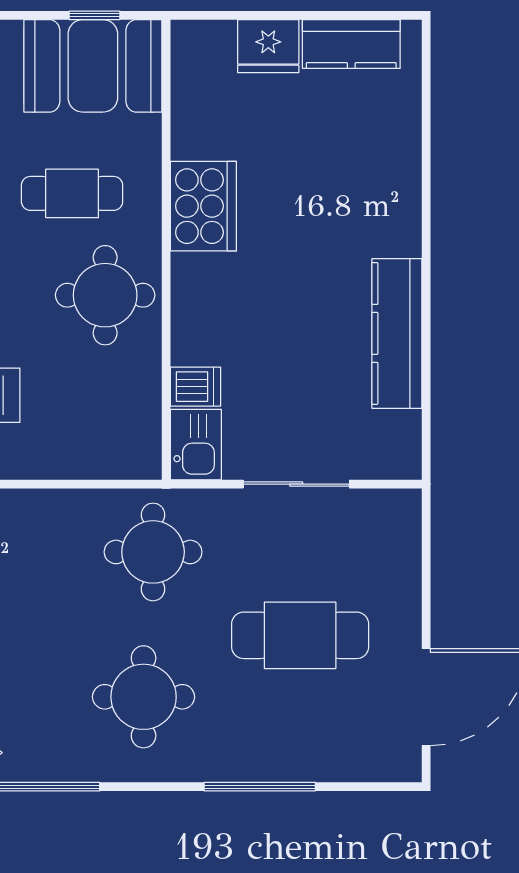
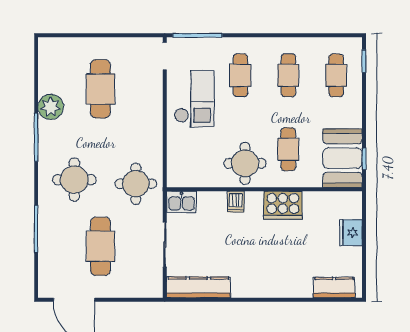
kitchen counter: (351, 44) -> (334, 288), moved, turned 90
kitchen counter: (397, 333) -> (198, 287), moved
dishwasher: (195, 387) -> (236, 202), moved

